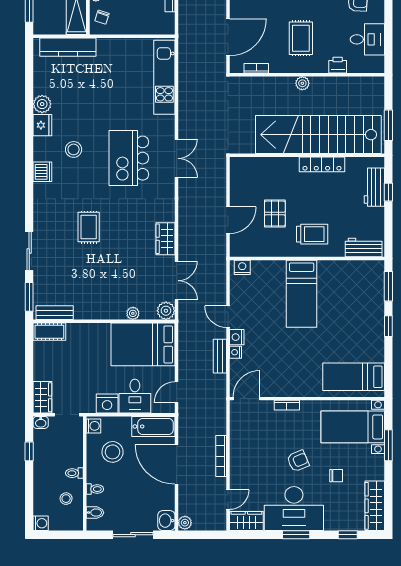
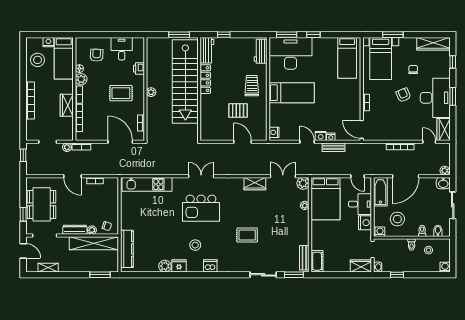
workbench: (374, 187) -> (207, 50), moved, turned -90
desk: (360, 292) -> (290, 53), added
door: (228, 317) -> (307, 142), swing flipped

